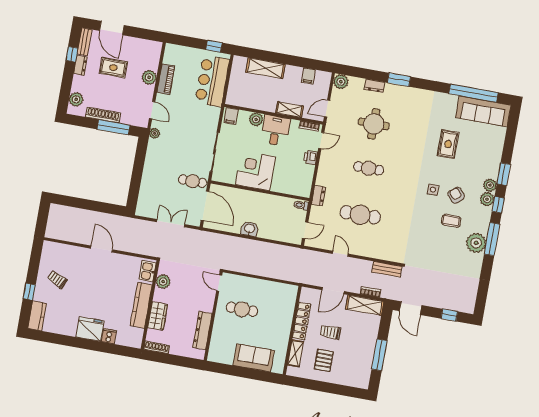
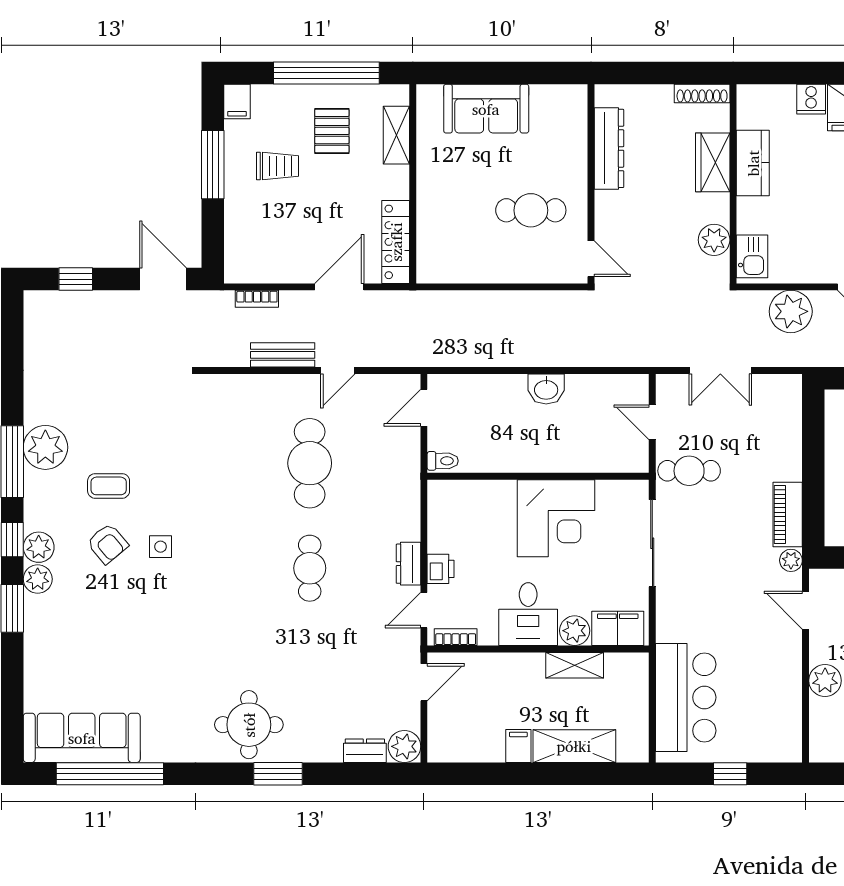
window: (214, 46) -> (730, 774), moved
filing cabinet: (308, 76) -> (518, 746), moved
piano: (166, 79) -> (788, 515), moved
dresser: (375, 86) -> (365, 751), moved
shelving: (290, 110) -> (575, 665), moved
filing cabinet: (231, 116) -> (618, 628), width x2.00
round table: (374, 124) -> (249, 725), moved
rug: (448, 144) -> (145, 652), removed
cafe table: (369, 168) -> (310, 568), turned 90
dresser: (318, 196) -> (408, 564), moved
door: (205, 206) -> (652, 422), width x0.53
cafe table: (360, 215) -> (310, 463), turned 90
plant: (135, 244) -> (791, 311), added
door: (340, 254) -> (338, 370), hinge flipped
bench: (387, 269) -> (283, 355), moved
kitchen counter: (141, 305) -> (753, 163), width x0.67
shelving: (365, 305) -> (264, 267), removed
locker: (302, 321) -> (396, 242), moved
trolley: (330, 332) -> (278, 166), moved
filing cabinet: (364, 381) -> (237, 102), added
window: (322, 386) -> (326, 73), added

